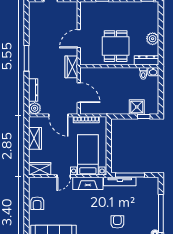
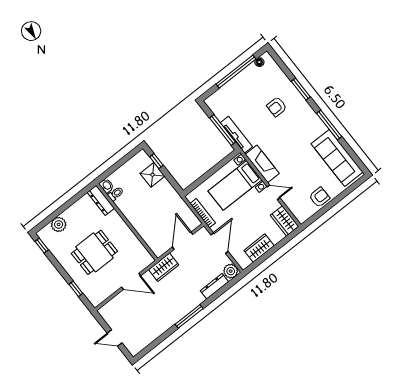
plant: (153, 39) -> (59, 224), moved
dining table: (116, 46) -> (94, 252), moved

